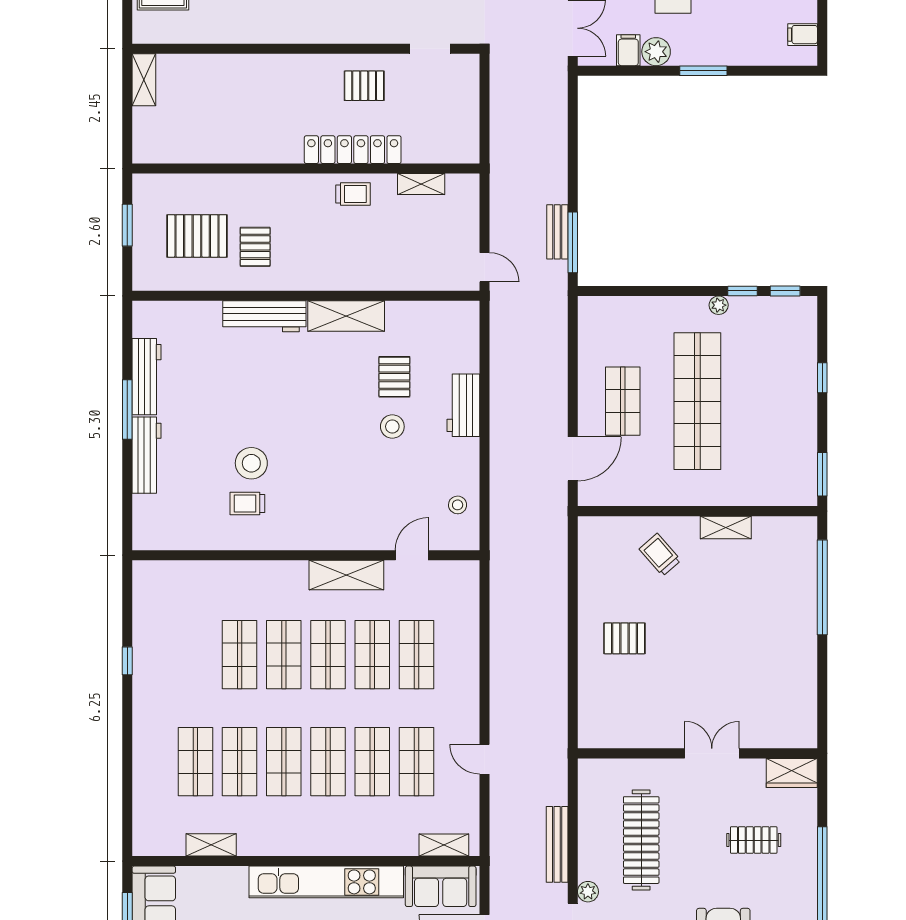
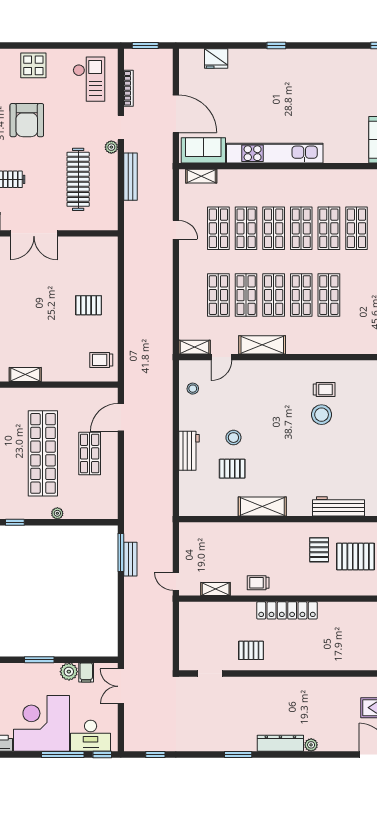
locker: (353, 150) -> (287, 610), moved
door: (485, 267) -> (176, 581), moved
plant: (719, 305) -> (57, 513), moved
workbench: (264, 316) -> (338, 506), moved
pallet: (394, 377) -> (232, 469), turned 90
trolley: (660, 555) -> (101, 360), moved, turned 131
double door: (712, 753) -> (34, 233), width x1.37
shelving: (211, 845) -> (195, 347), moved

